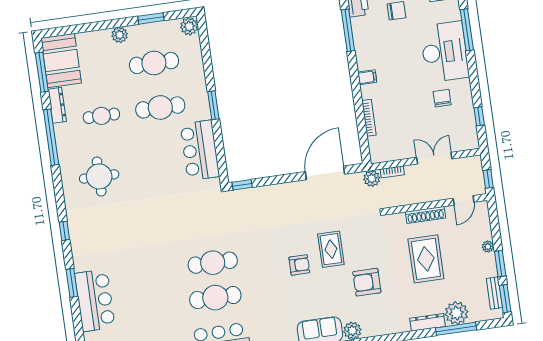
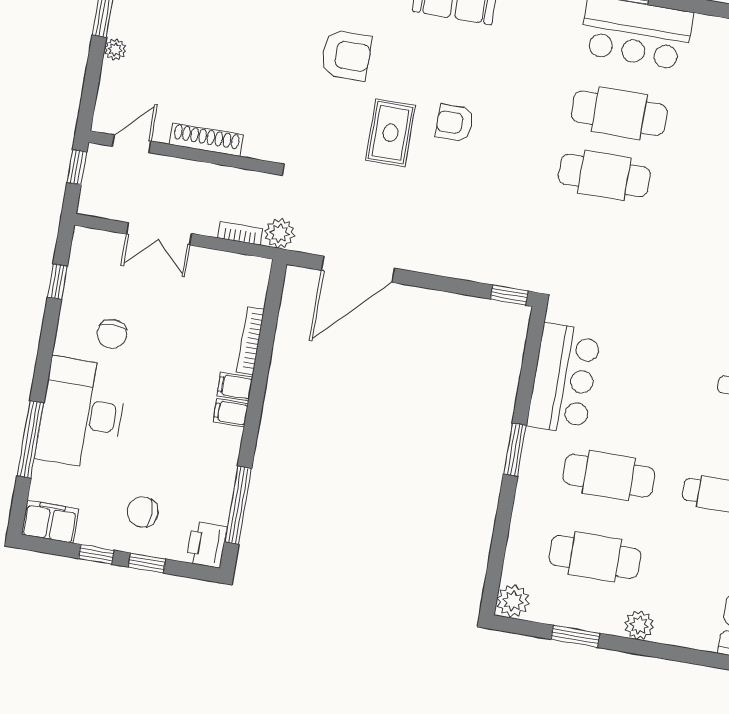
filing cabinet: (369, 91) -> (235, 387), added
rug: (426, 259) -> (230, 63), removed

